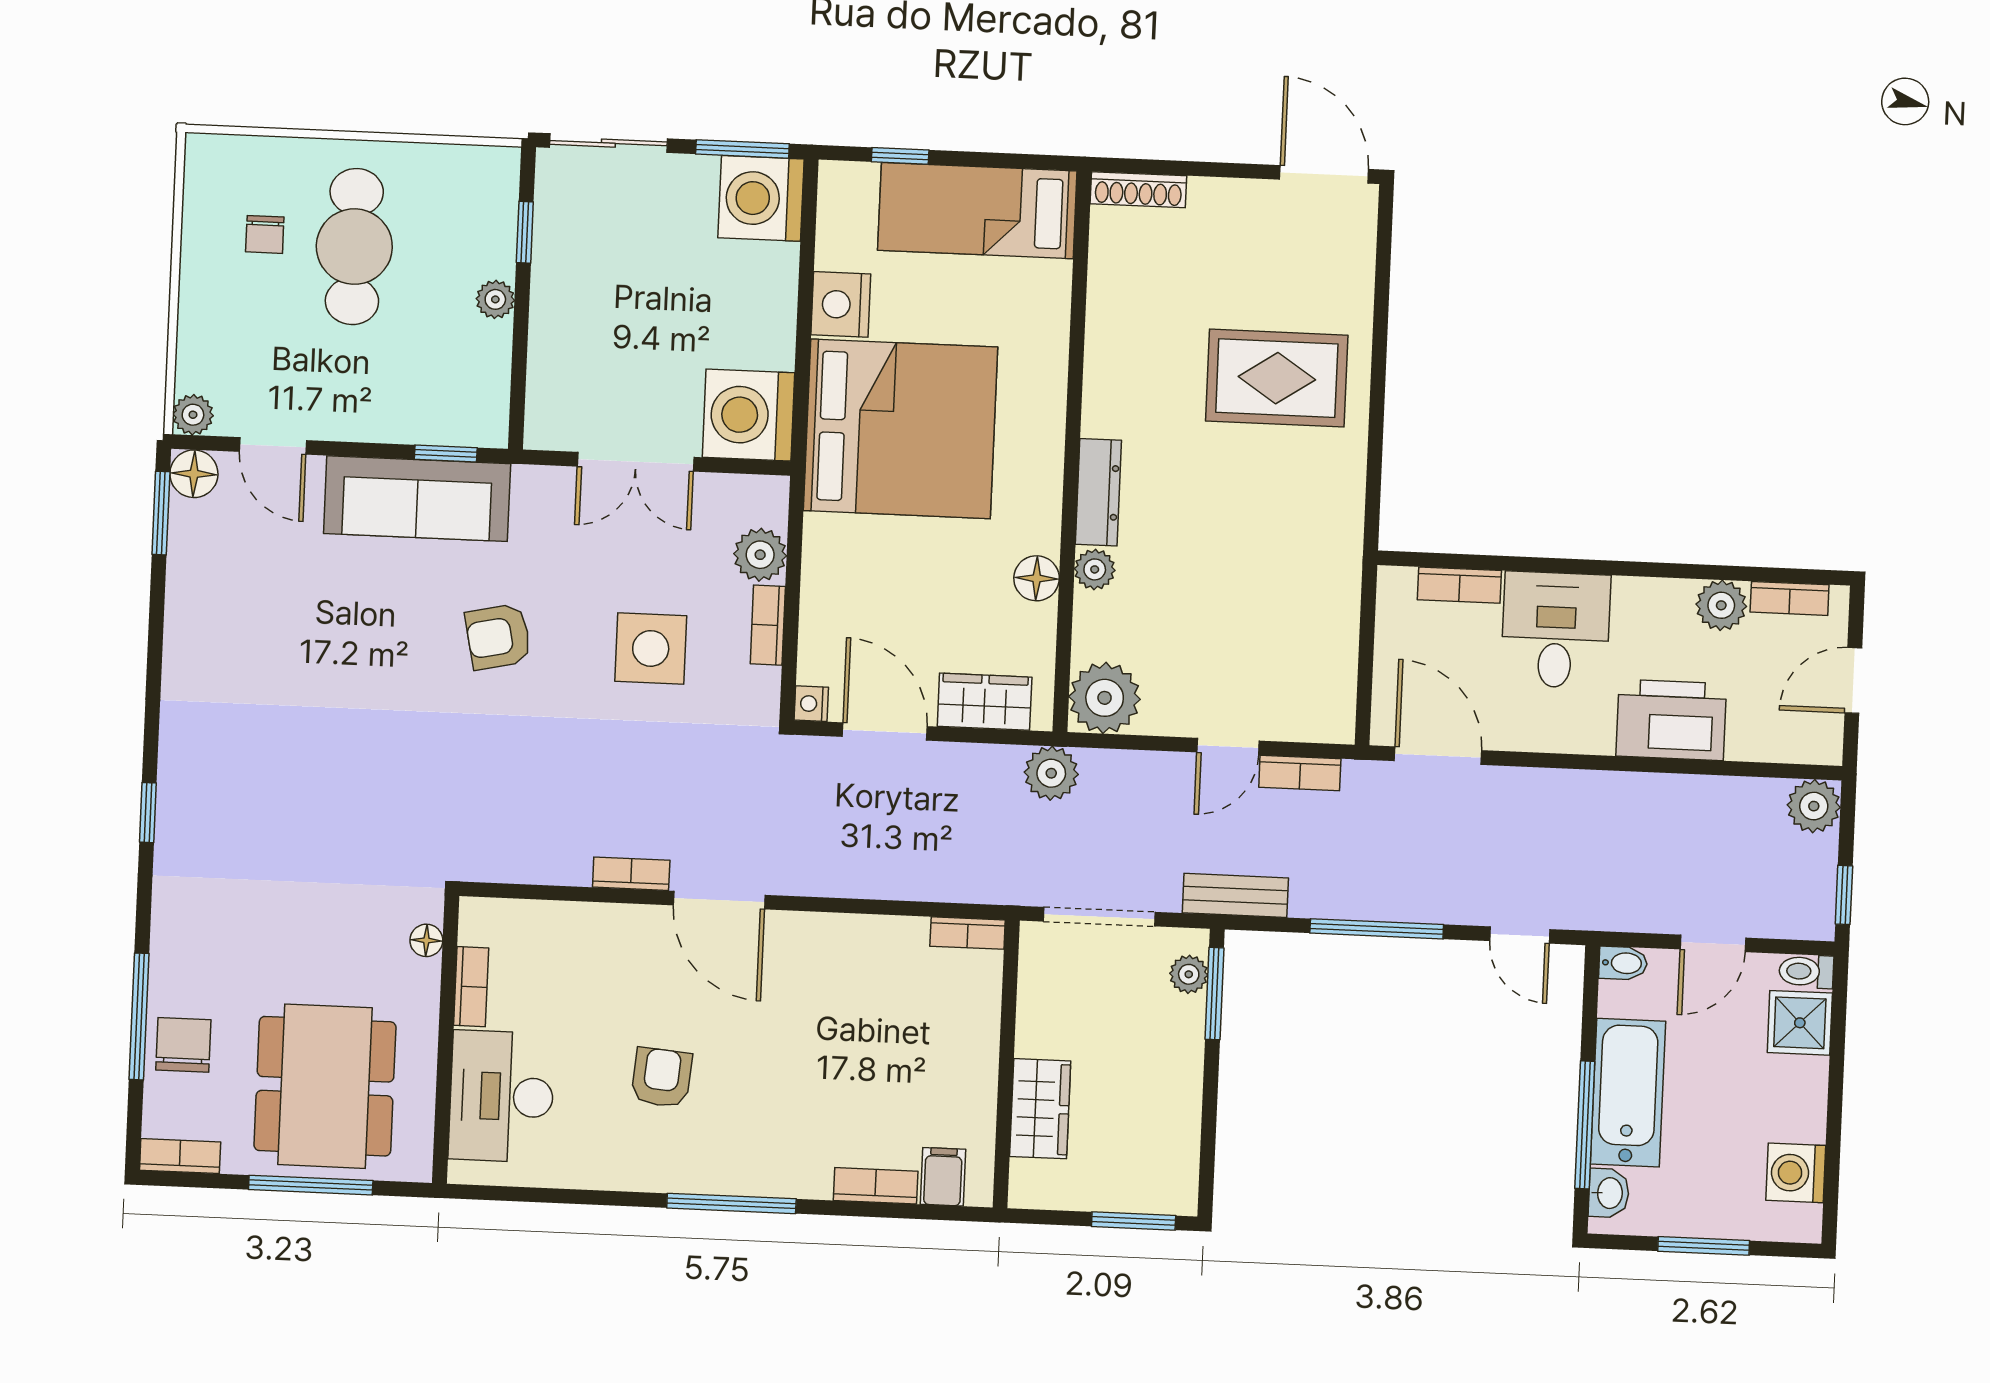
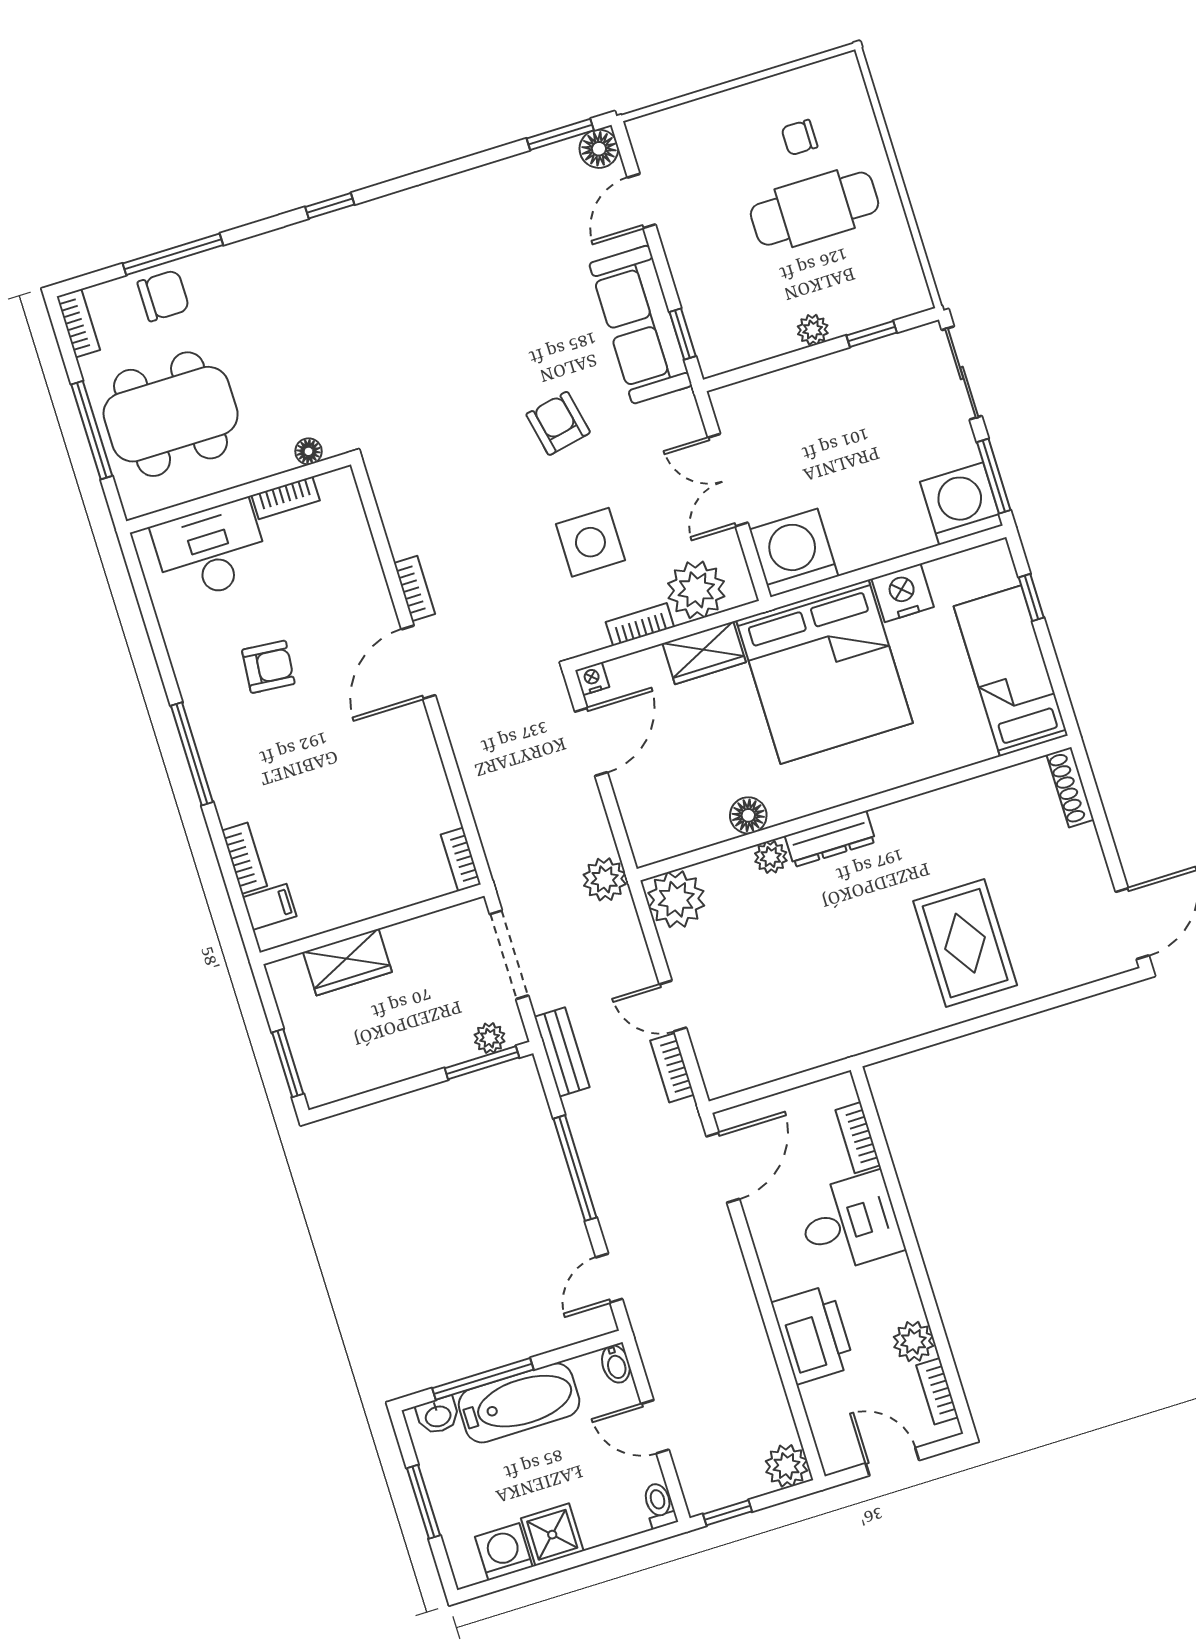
plant: (193, 415) -> (643, 132), removed
plant: (760, 555) -> (696, 590), width x1.36, depth x1.36
wardrobe: (985, 702) -> (704, 653), moved, turned 90
shower: (1800, 1023) -> (552, 1535), moved

